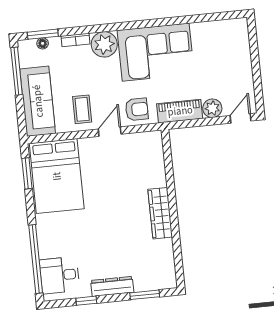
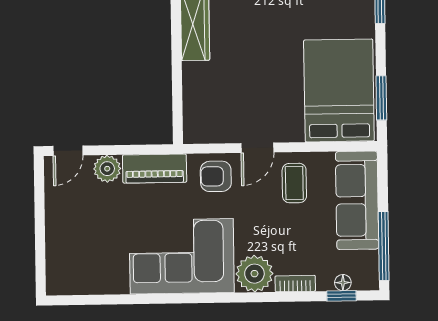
window: (43, 34) -> (342, 296), width x0.67

